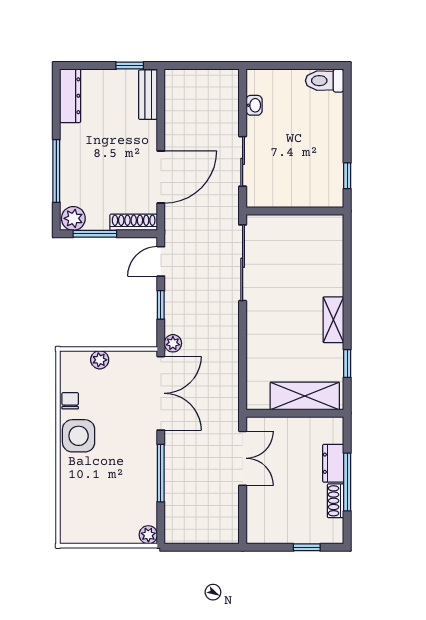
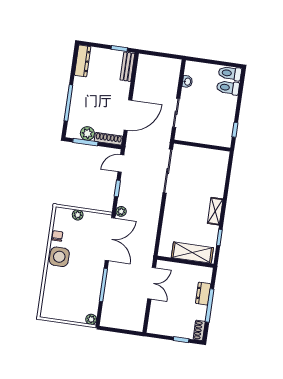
toilet: (325, 106) -> (228, 88), added
plant: (73, 218) -> (87, 133), moved
shoe rack: (336, 501) -> (199, 330), moved

